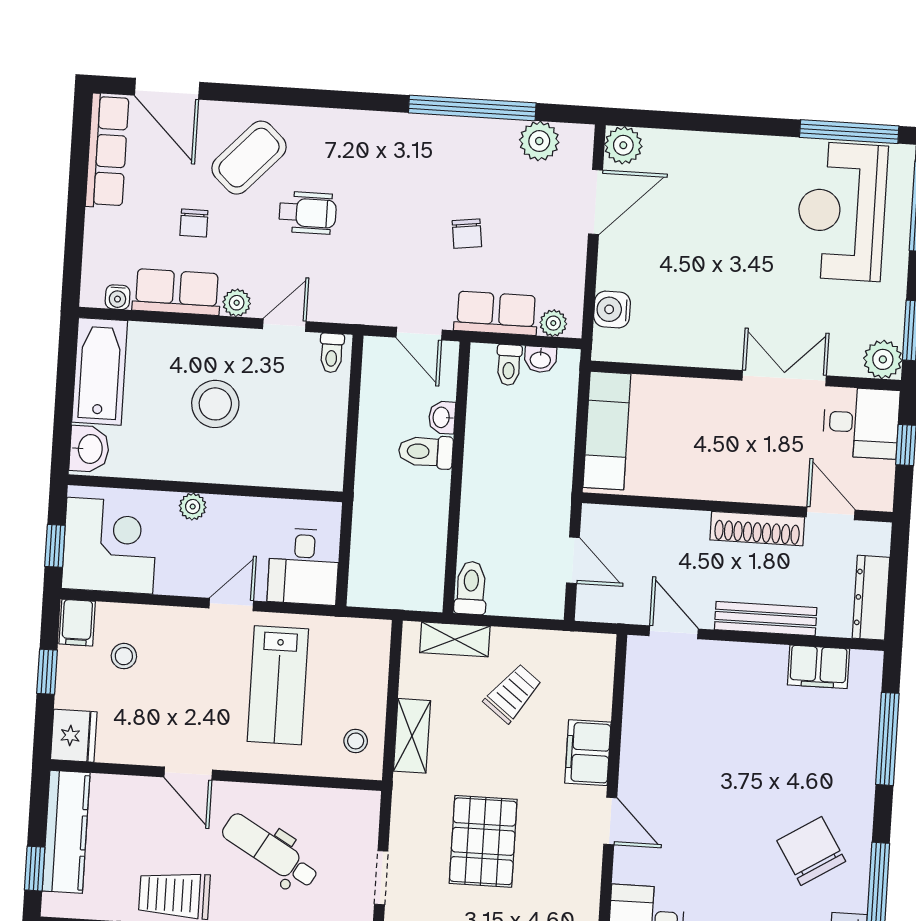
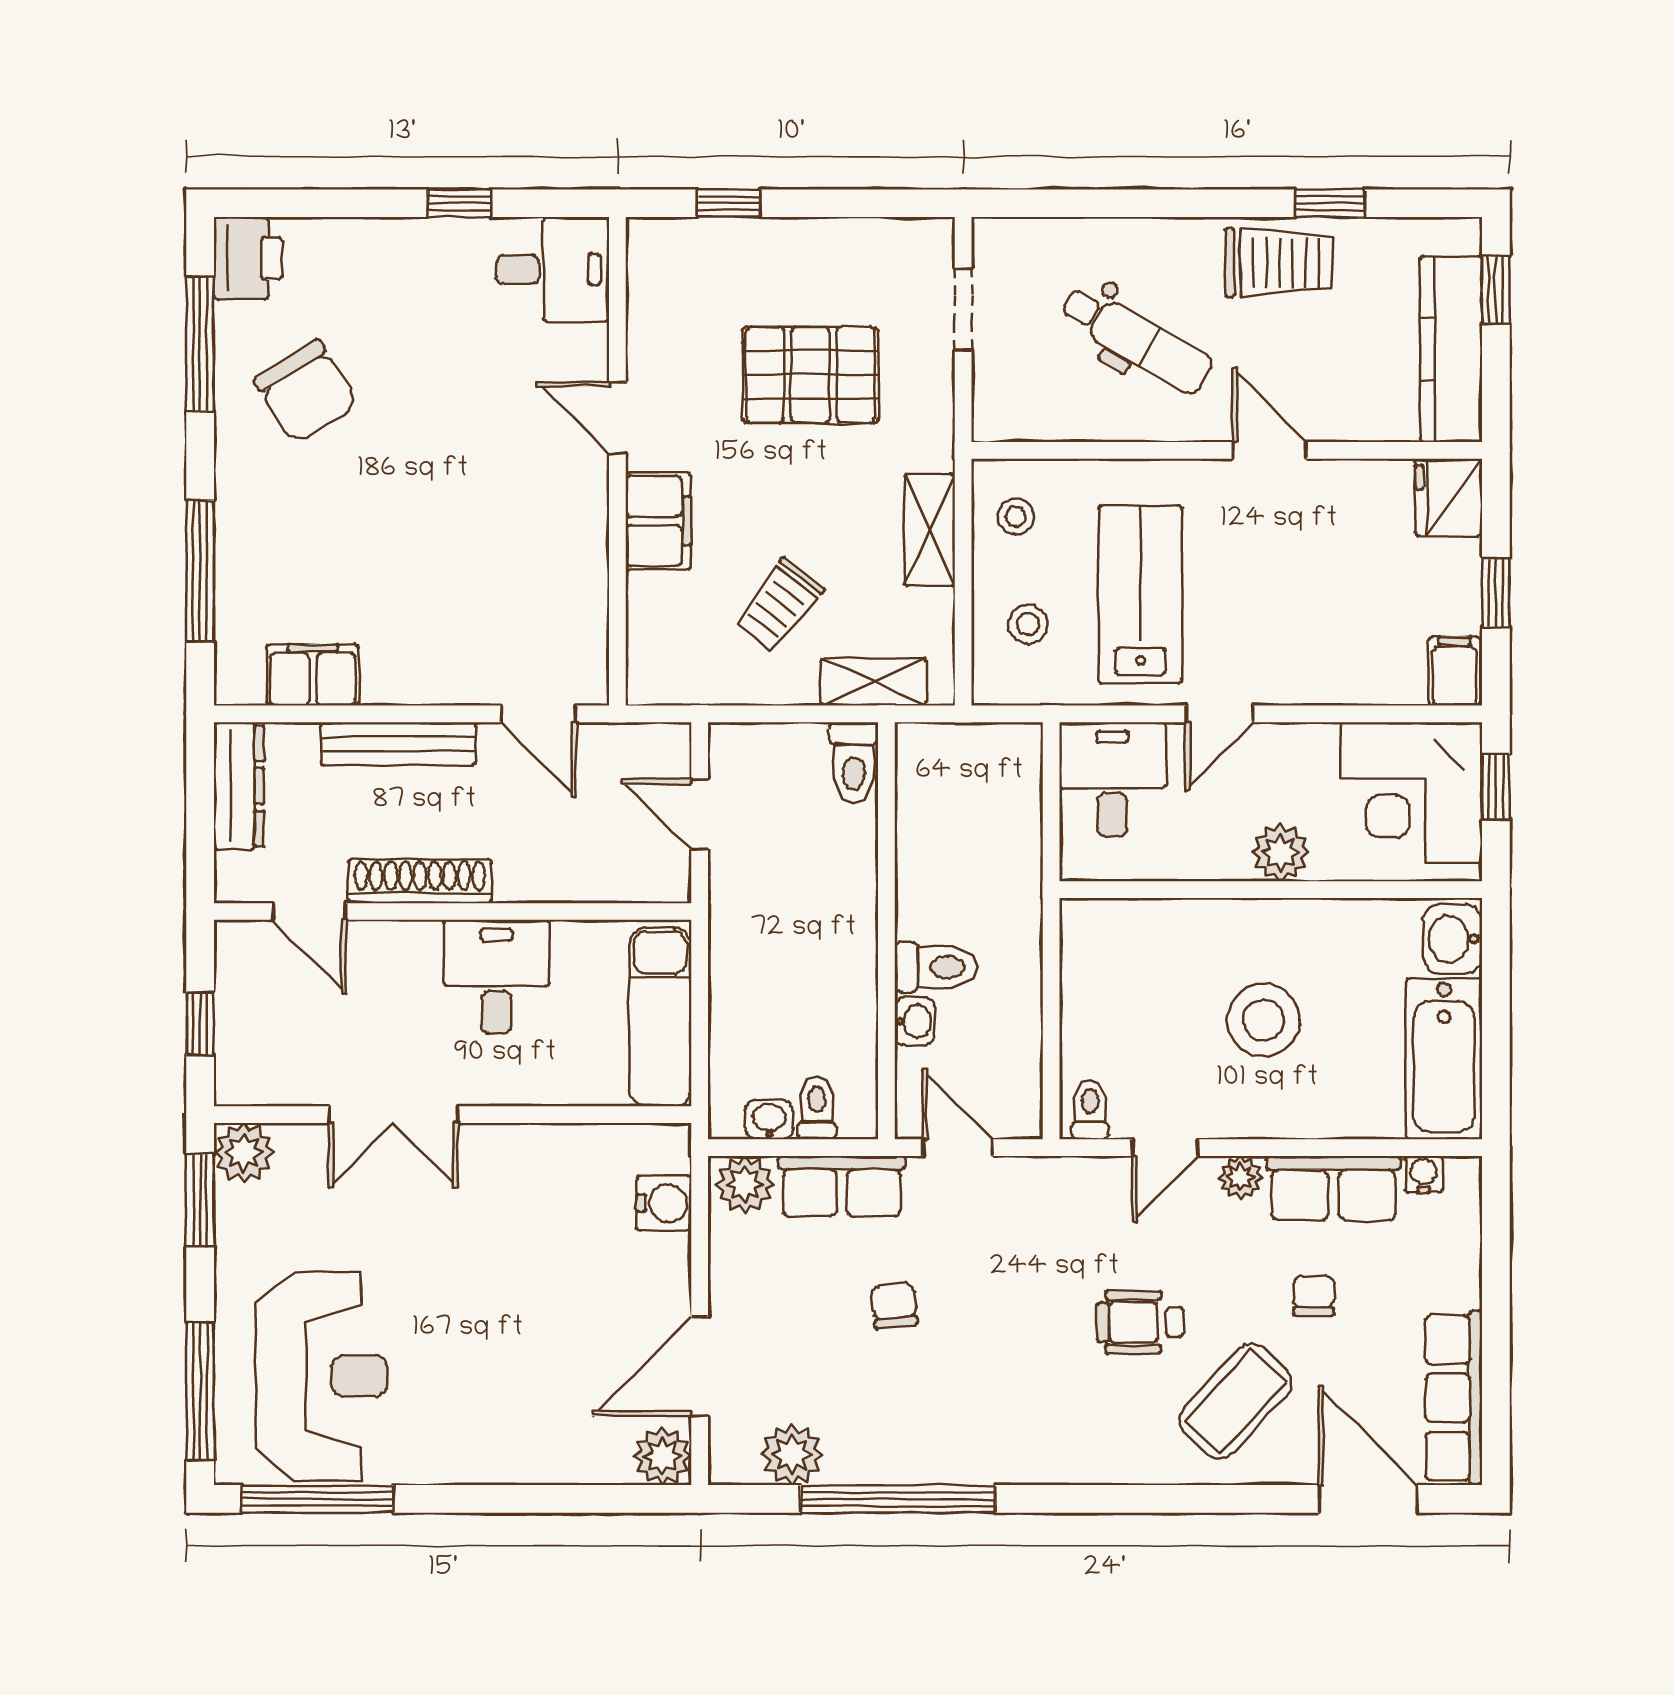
plant: (553, 323) -> (745, 1184), width x1.38, depth x1.38
desk: (861, 423) -> (496, 977), moved, turned 90
plant: (193, 507) -> (1280, 853), width x1.38, depth x1.38
stool: (124, 656) -> (1028, 624), moved
pallet: (483, 841) -> (810, 375), turned 90

